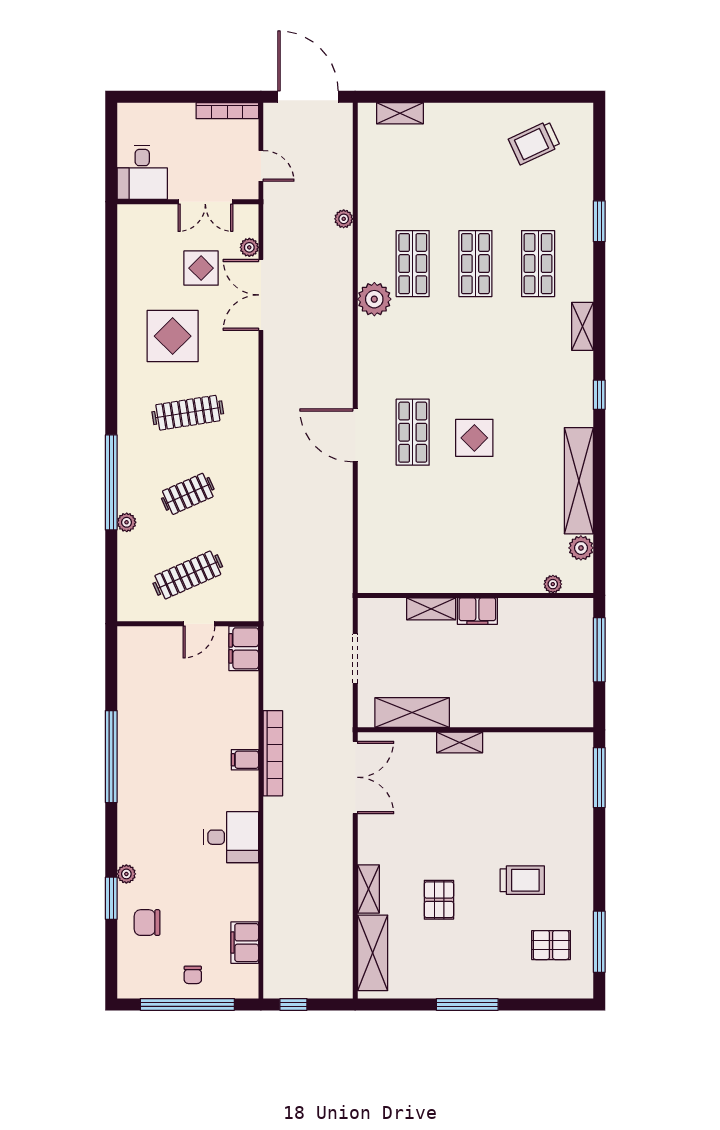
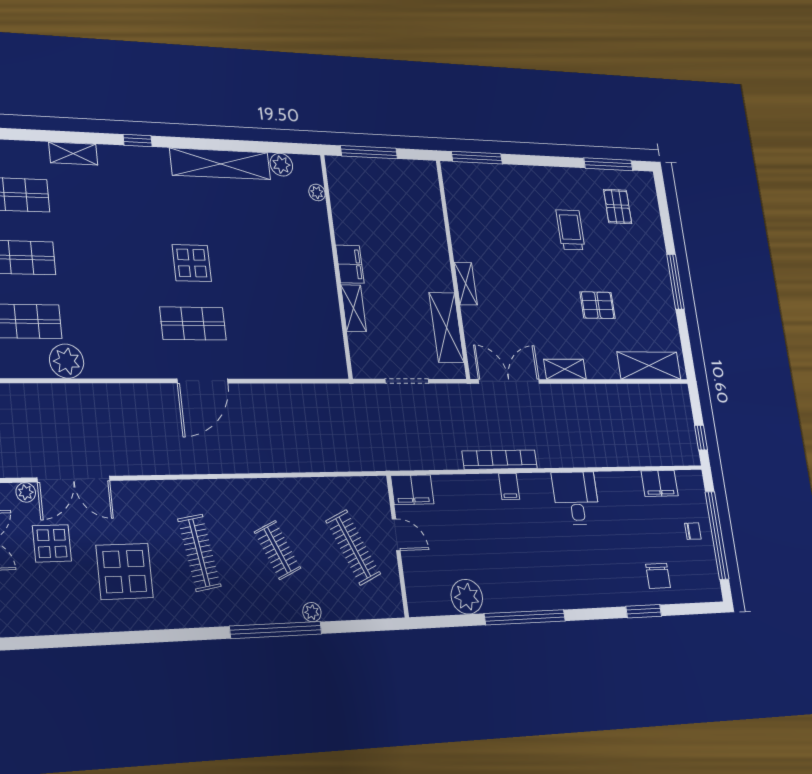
plant: (126, 874) -> (467, 597), moved, width x1.88, depth x1.88
shelving: (368, 889) -> (565, 369), moved

